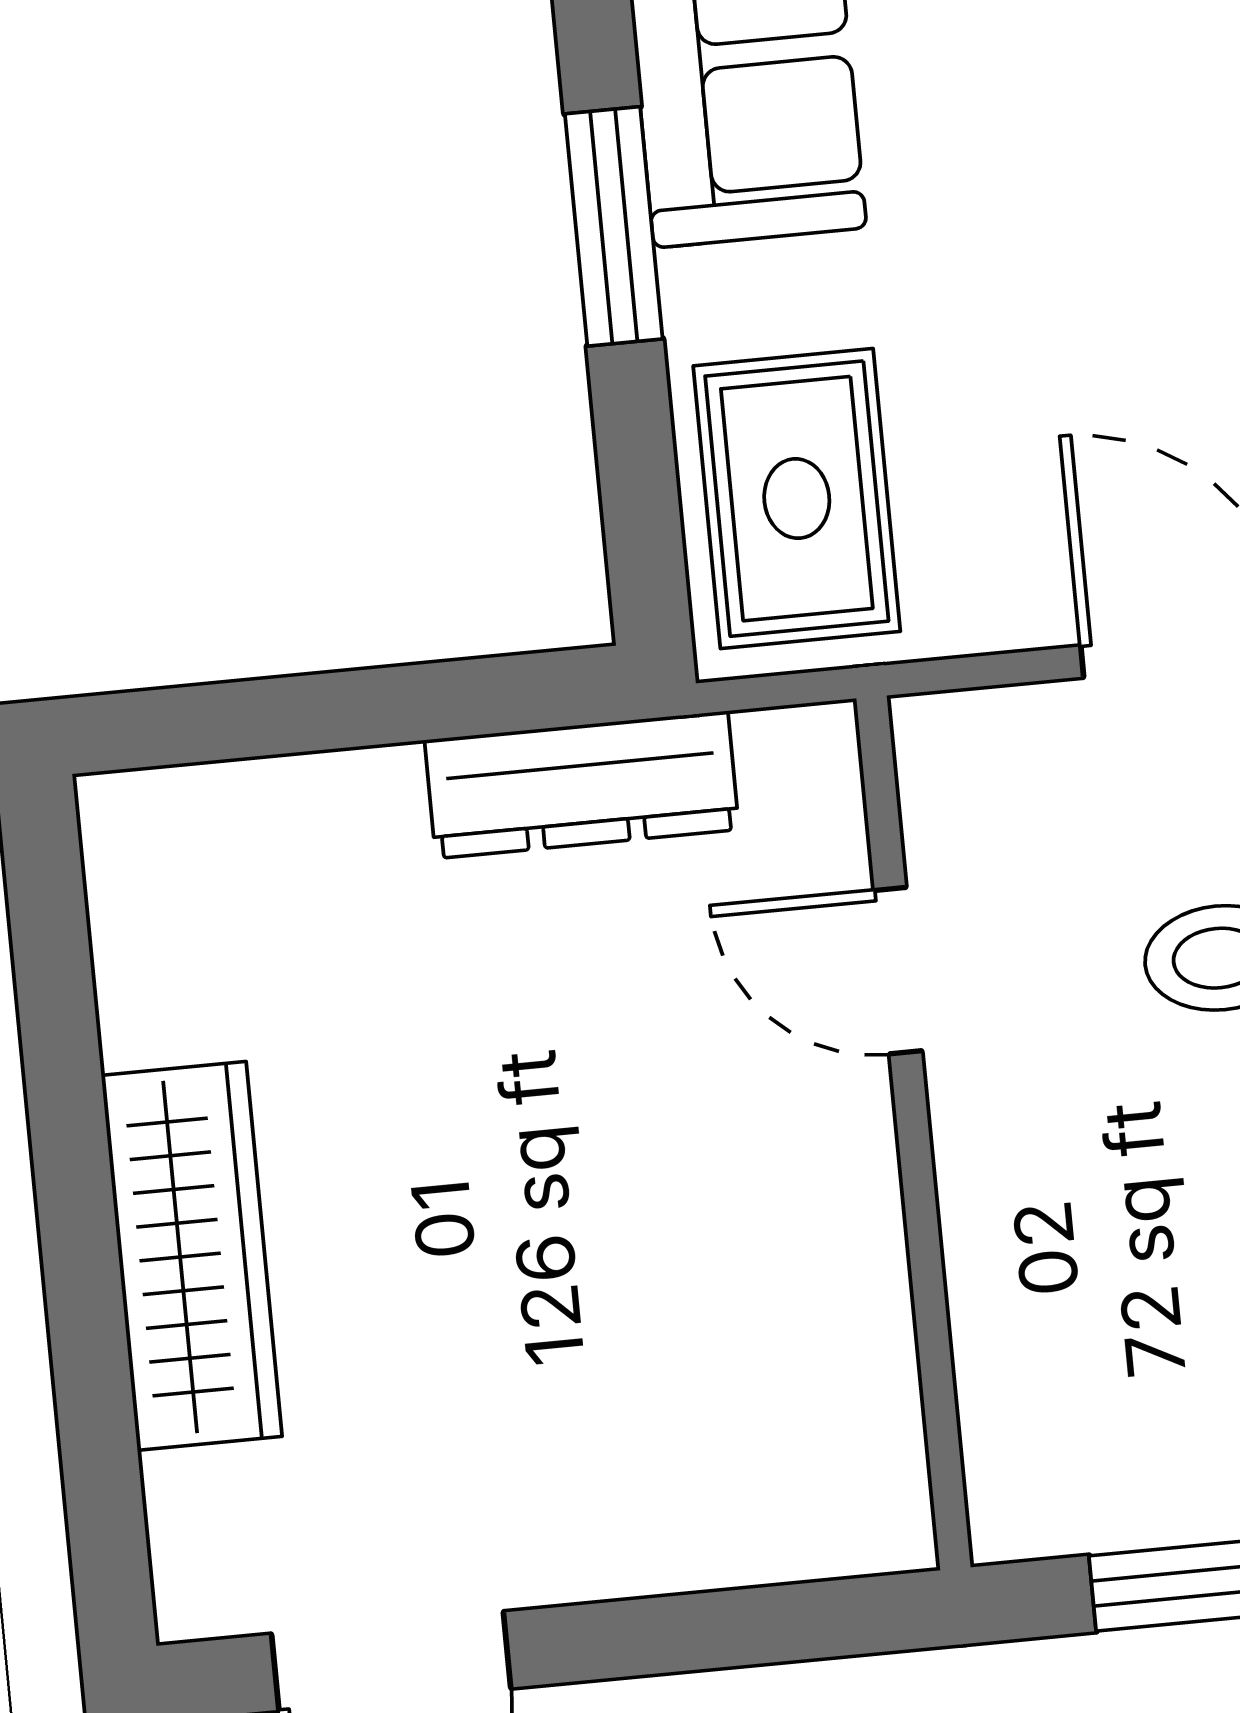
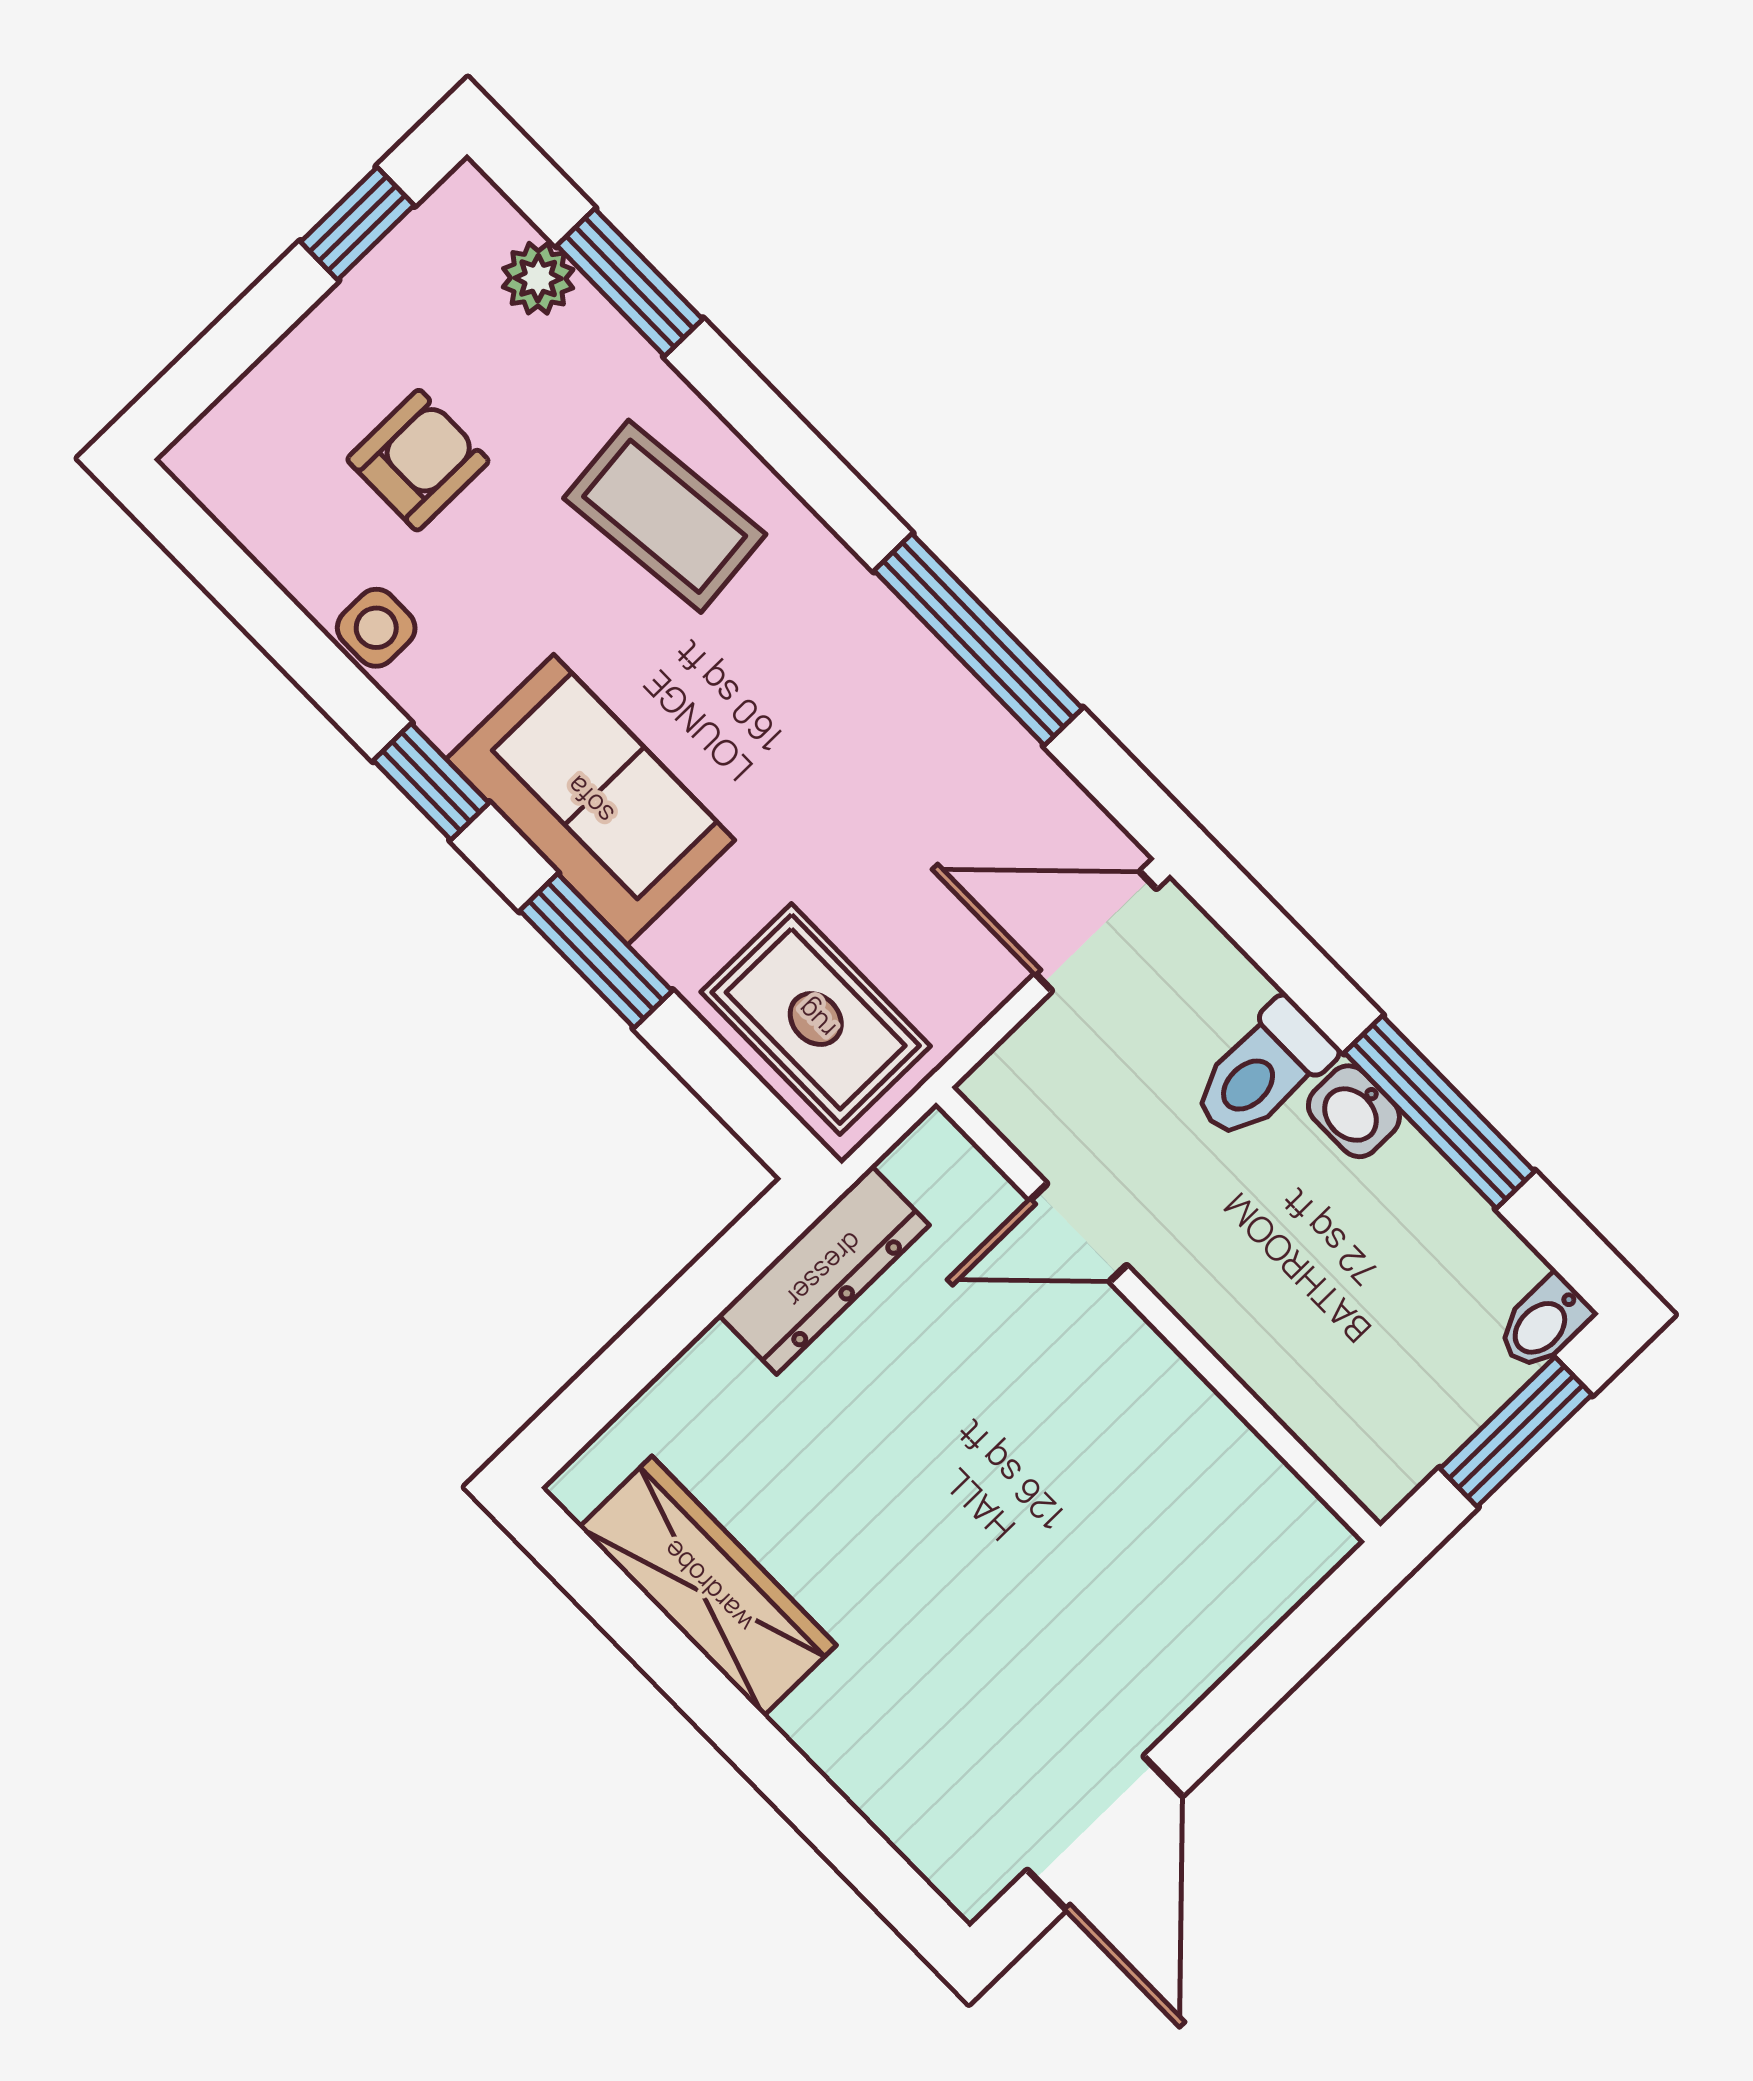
wardrobe: (192, 1256) -> (708, 1586), moved

